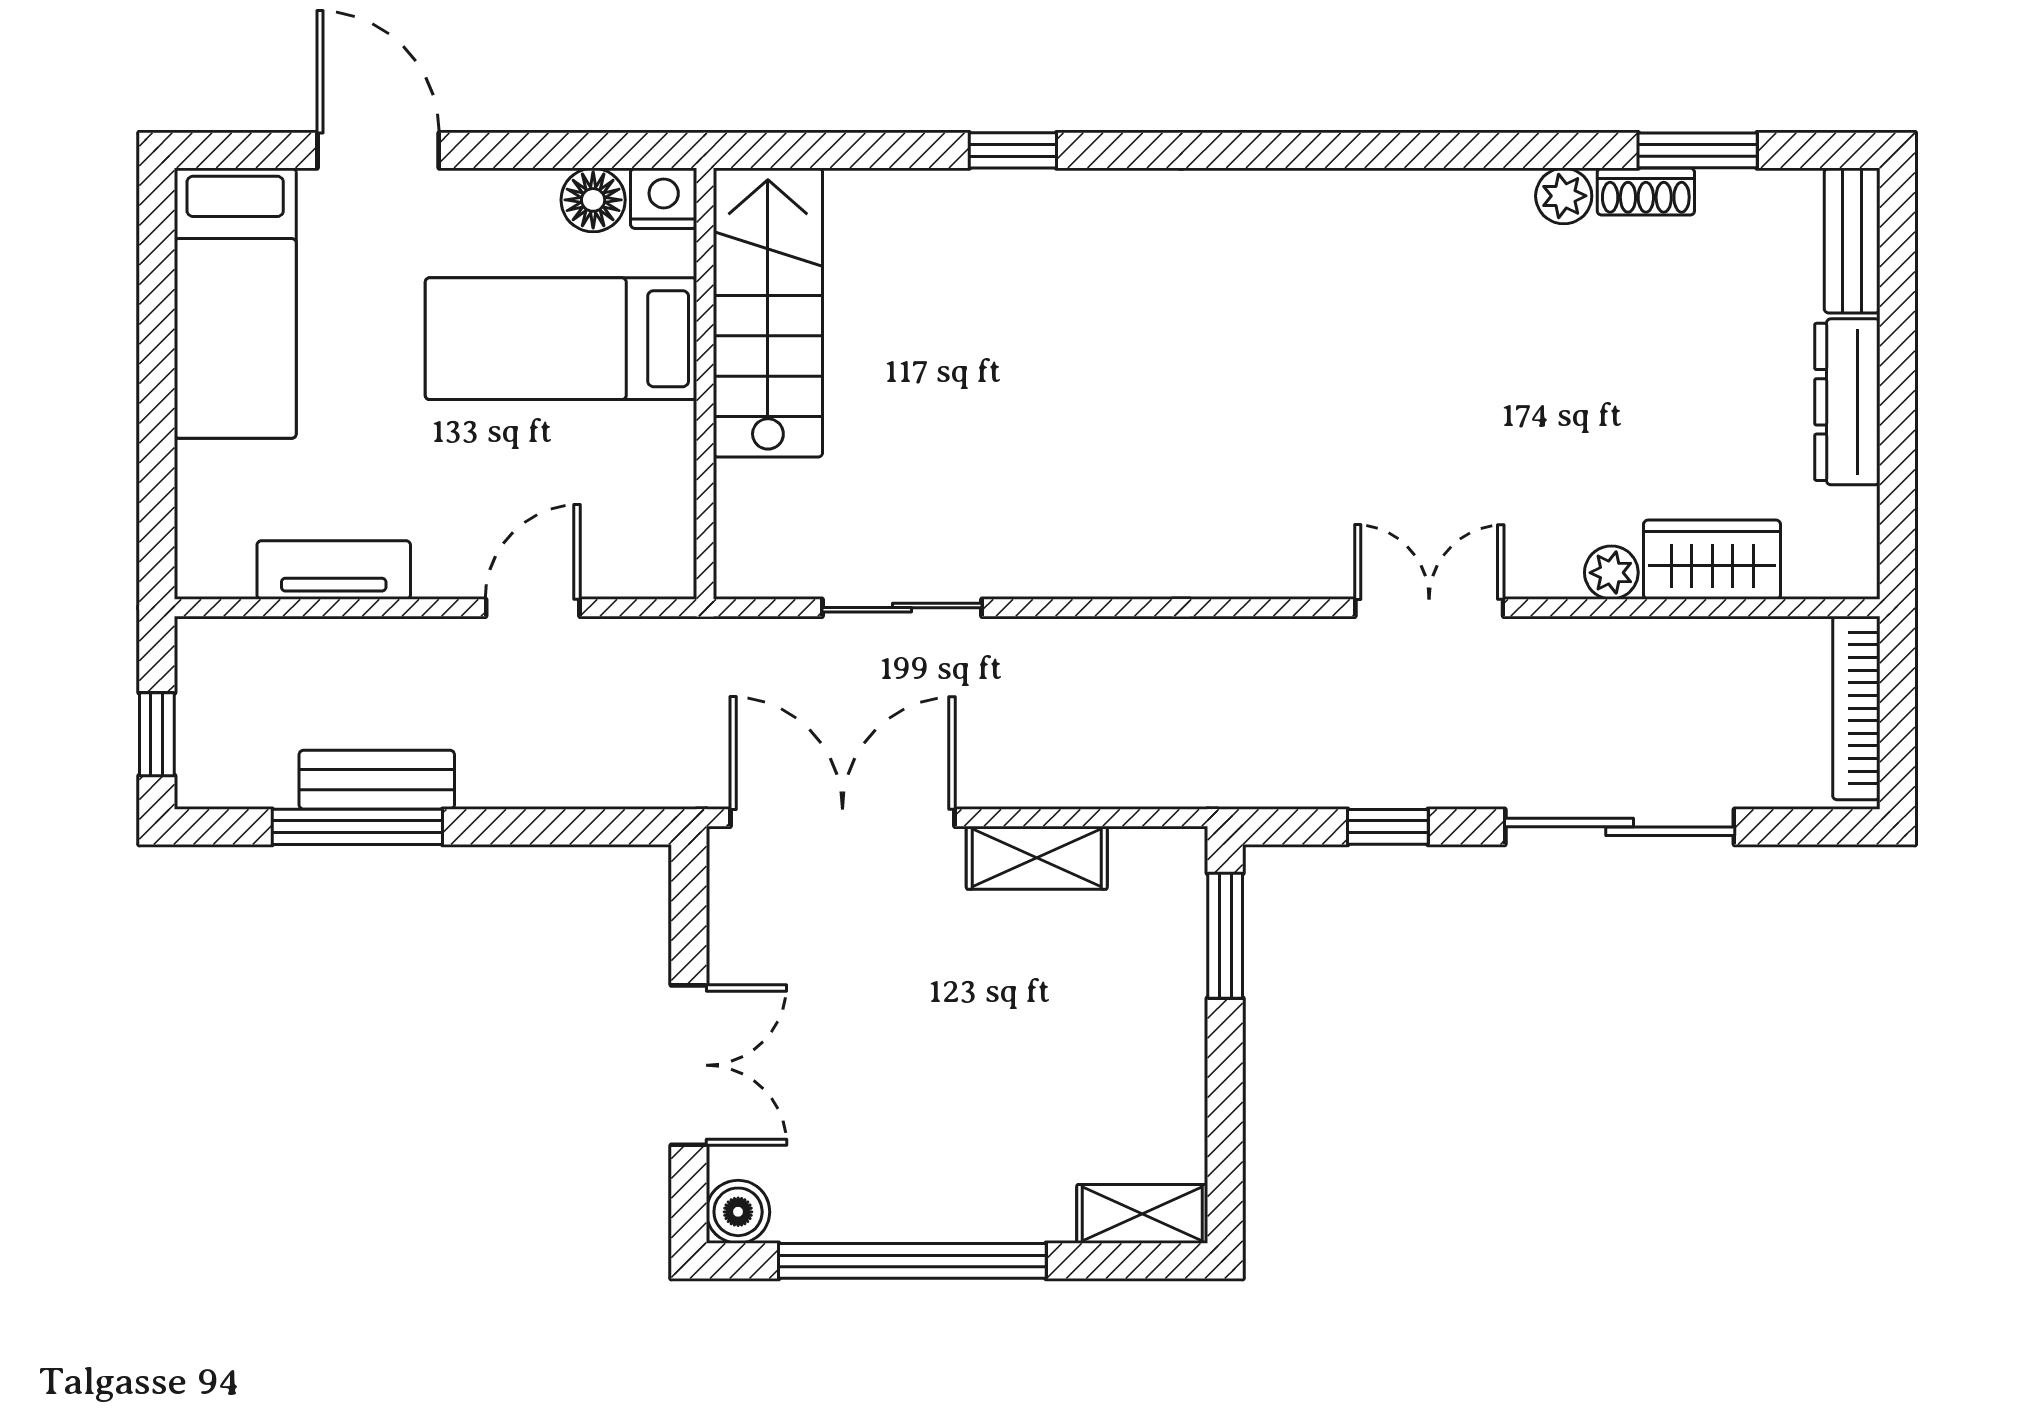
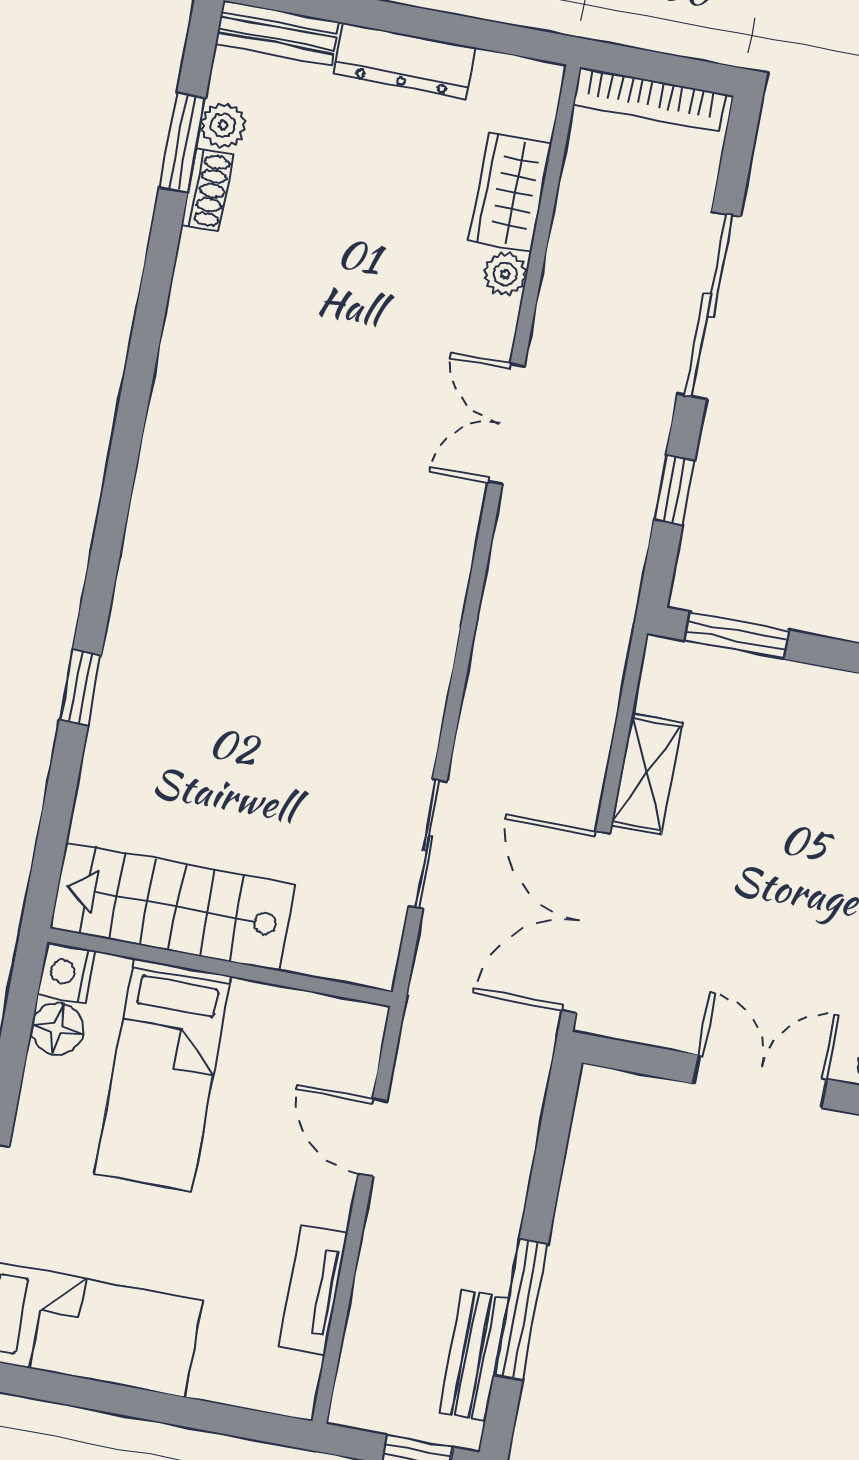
plant: (1564, 196) -> (223, 125), moved
bench: (377, 780) -> (474, 1355), moved

